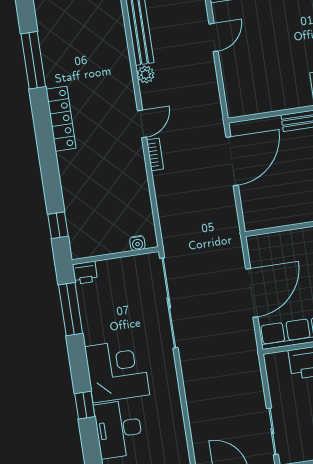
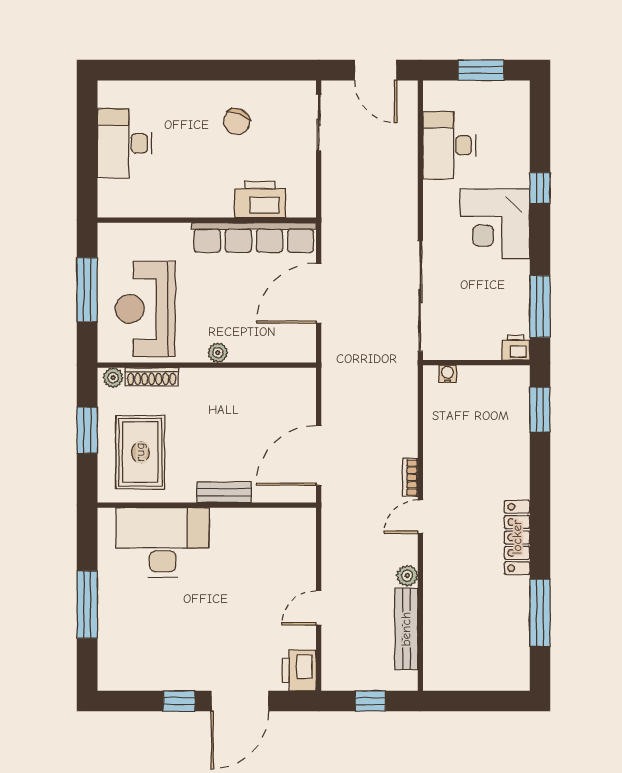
window: (58, 225) -> (540, 410), width x1.50
desk: (119, 429) -> (449, 145), moved, turned 180

